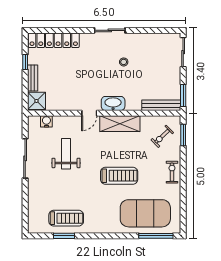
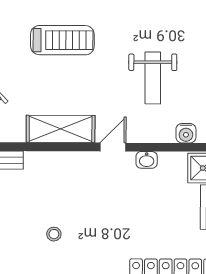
washbasin: (113, 103) -> (147, 160), moved, width x0.52, depth x0.69
treadmill: (119, 176) -> (62, 40), turned 180

